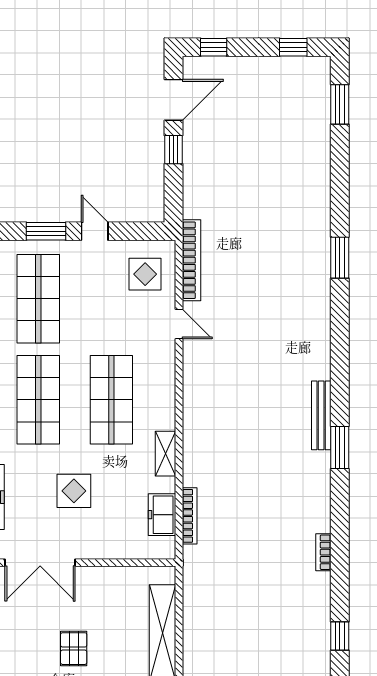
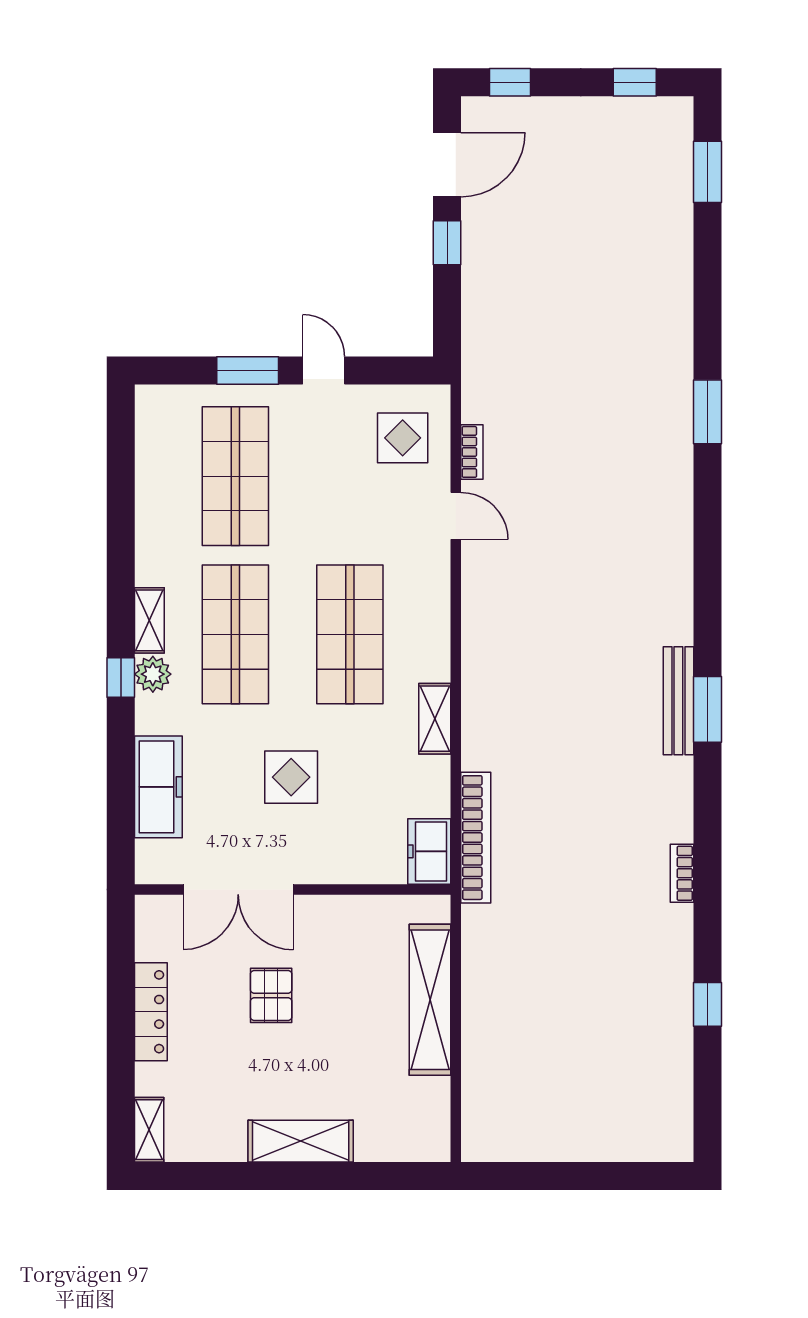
bookcase: (192, 260) -> (472, 452), width x0.43, depth x0.76
bench: (321, 415) -> (678, 701), moved
freezer: (162, 515) -> (429, 851), moved
bookcase: (190, 516) -> (476, 838), width x1.48, depth x1.31
pallet: (74, 649) -> (271, 995), moved

